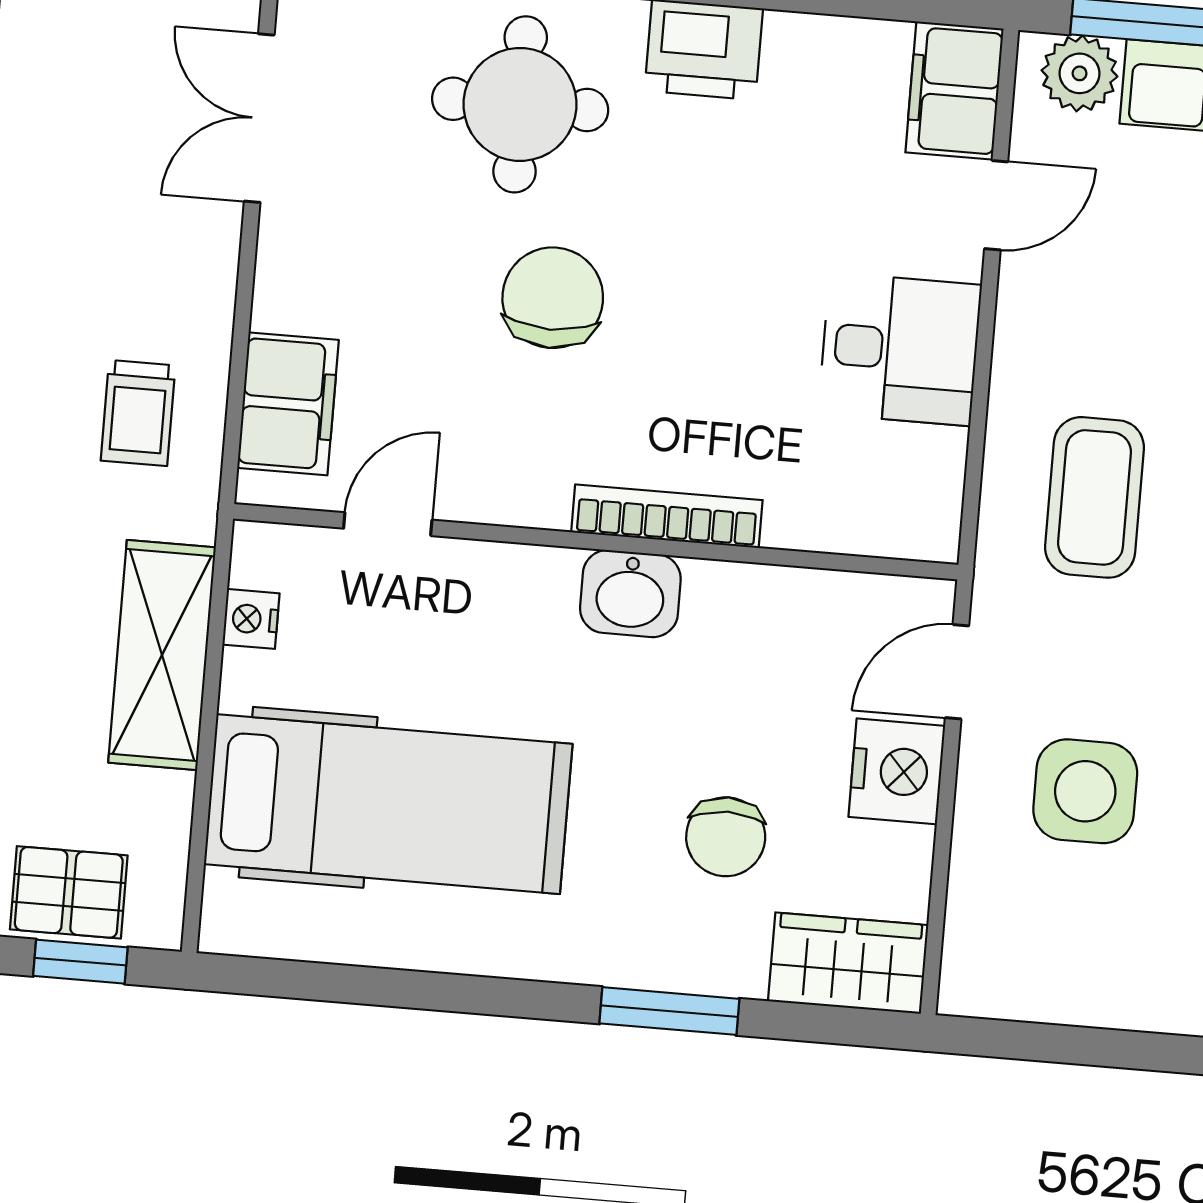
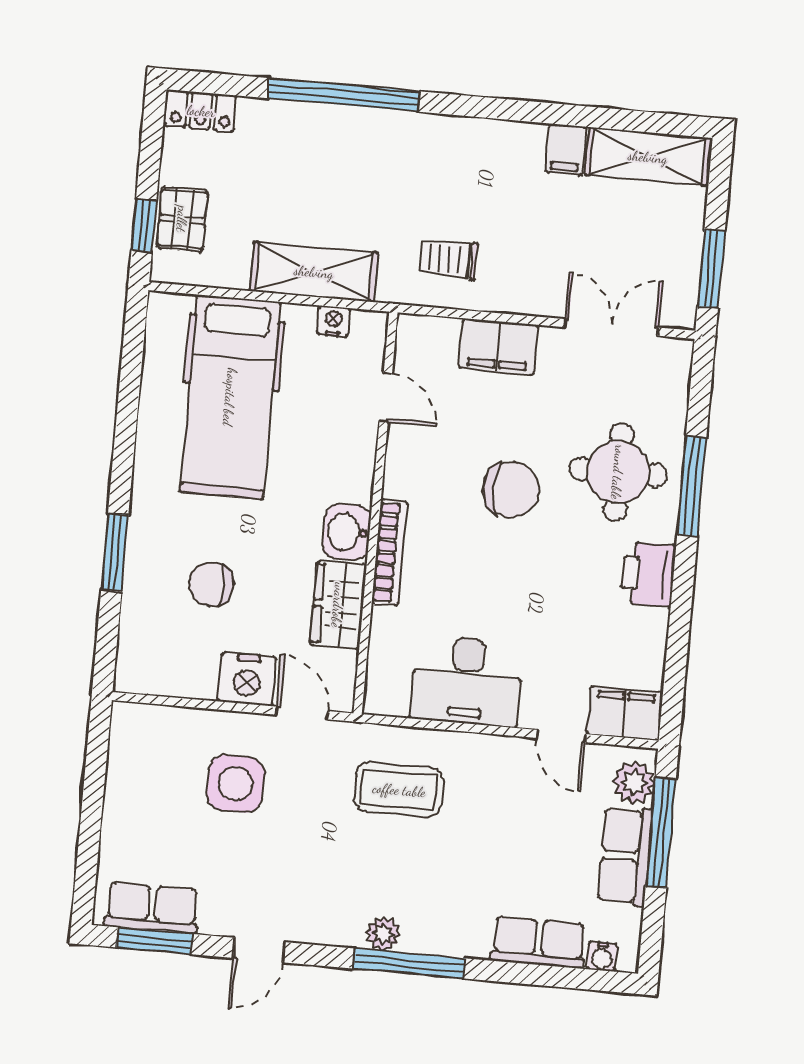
desk: (900, 349) -> (467, 681), width x1.37
filing cabinet: (288, 404) -> (498, 347), moved
wardrobe: (848, 963) -> (338, 605), moved, turned 180

